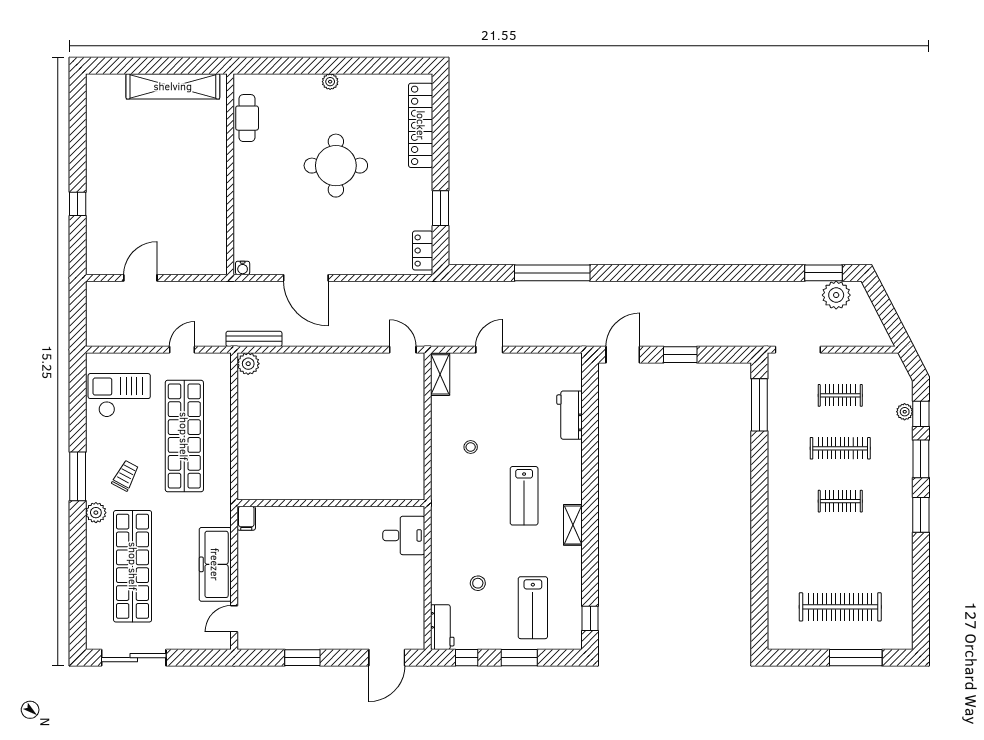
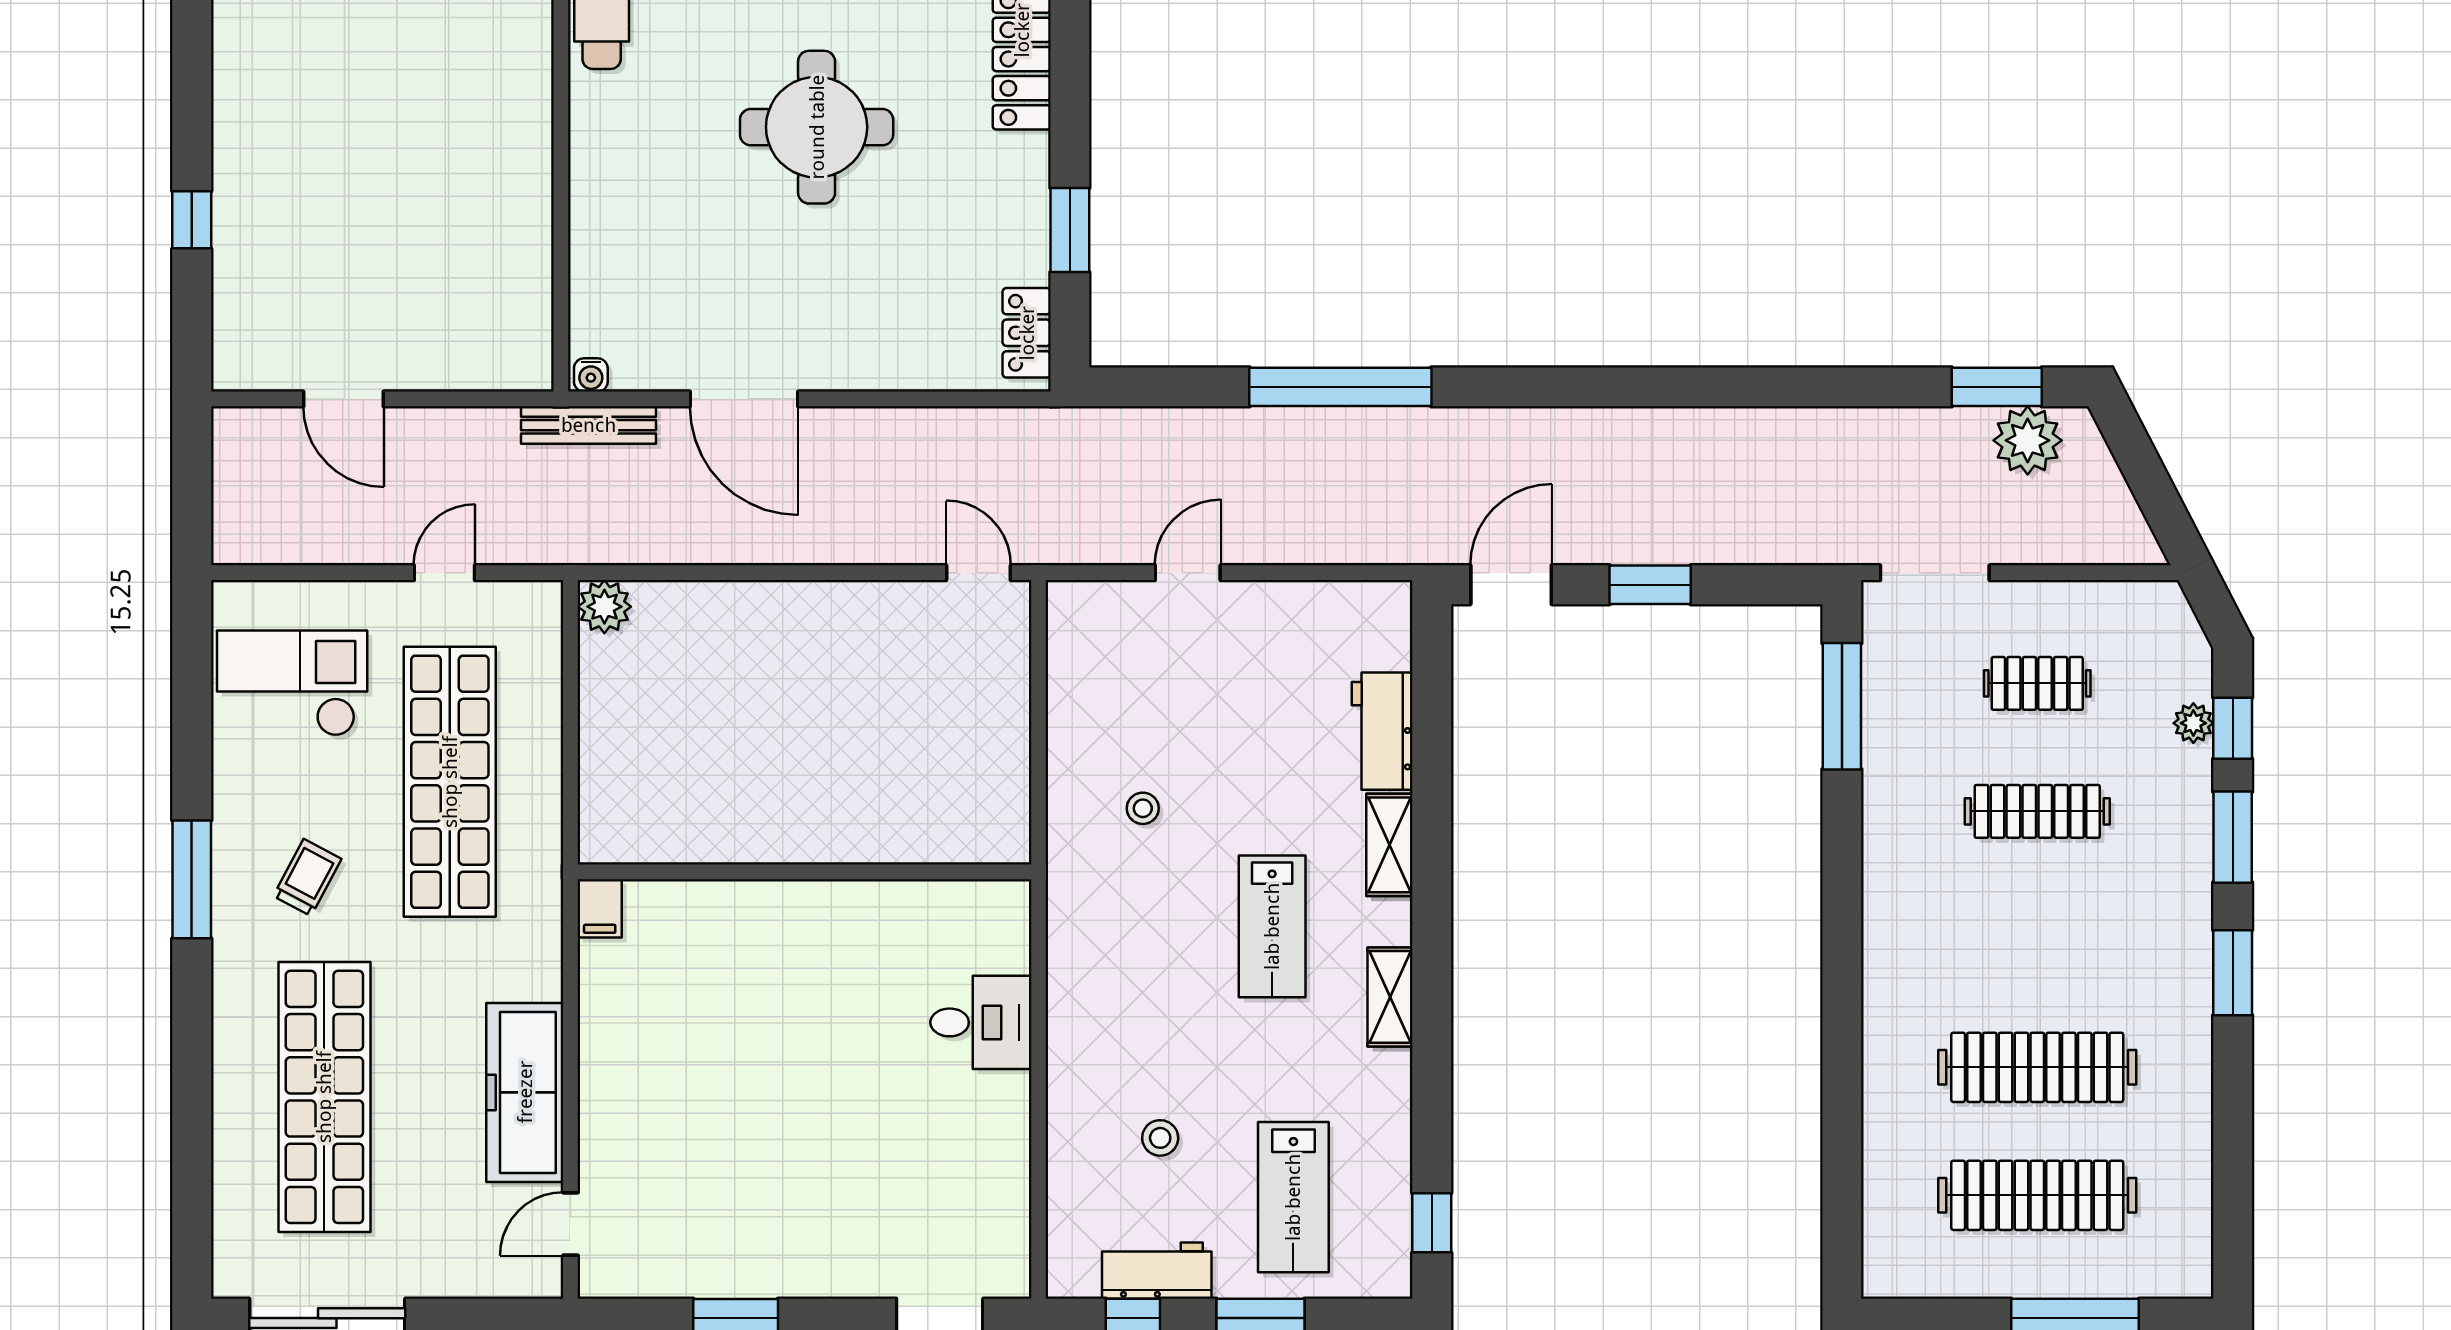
door: (140, 278) -> (343, 399), swing flipped
bench: (254, 339) -> (589, 425), moved
shelving: (440, 374) -> (1389, 845), moved
clothes rail: (840, 501) -> (2037, 1067), moved, width x1.86, depth x1.31
wall: (331, 503) -> (804, 872), moved
plant: (96, 513) -> (236, 967), removed
filing cabinet: (246, 518) -> (600, 908), moved
workbench: (442, 627) -> (1157, 1271), moved, turned -90

